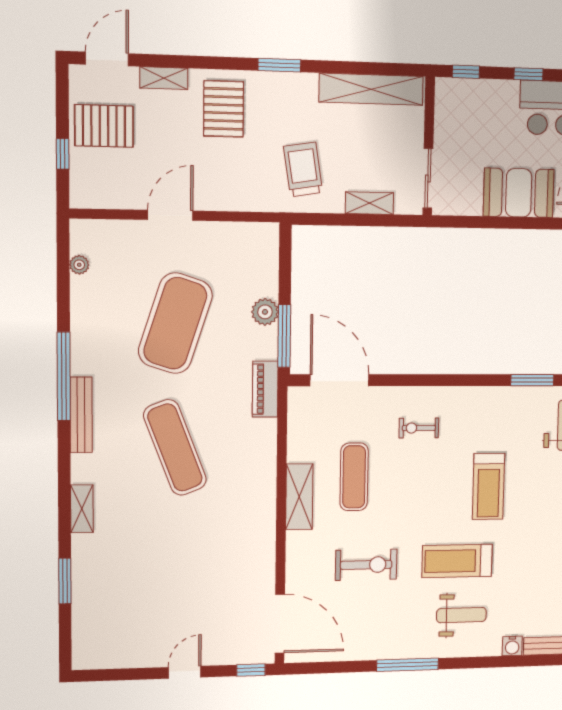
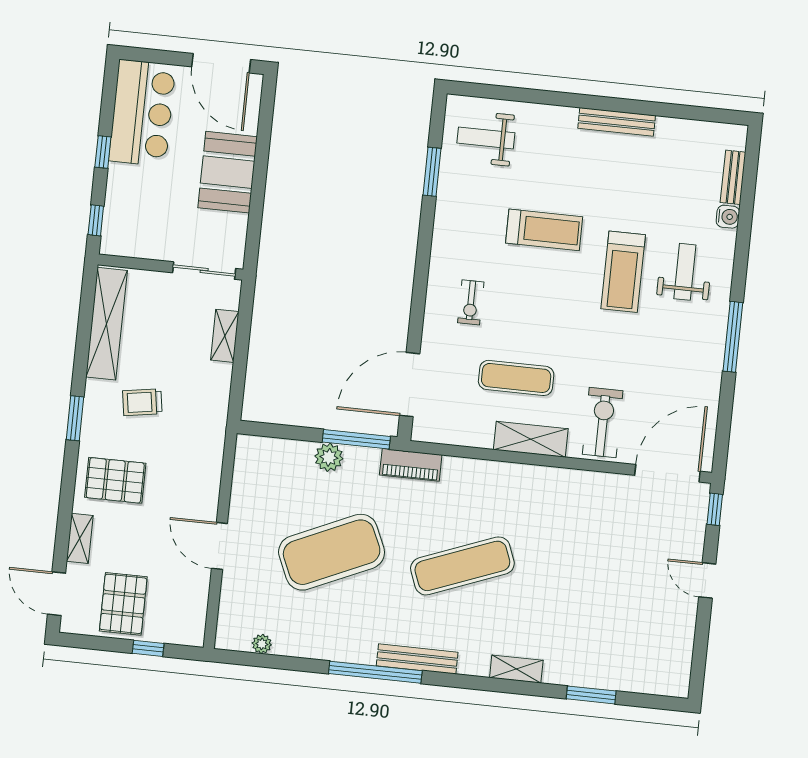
trolley: (303, 169) -> (142, 402), moved, width x0.73, depth x0.72
exercise mat: (175, 323) -> (332, 552), turned -42
exercise bike: (366, 565) -> (603, 423), moved

